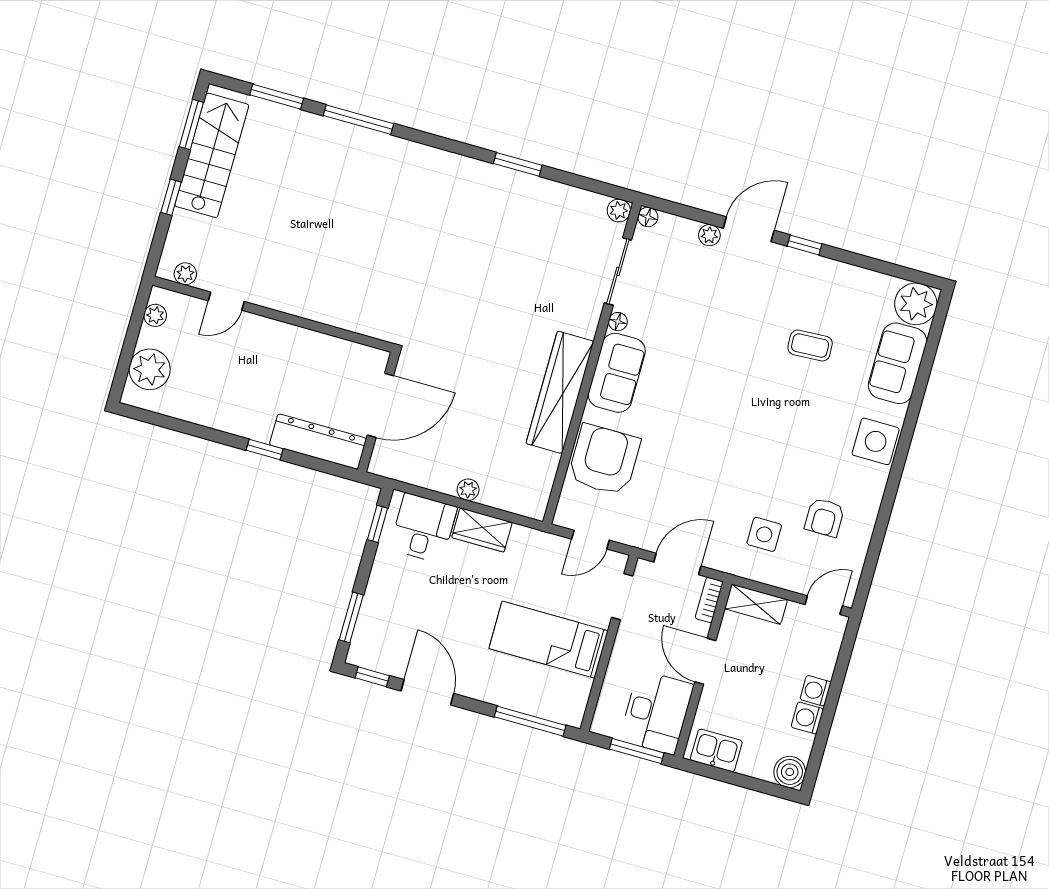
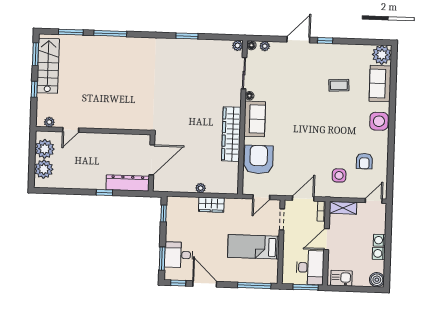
plant: (709, 235) -> (265, 46), moved
plant: (155, 315) -> (45, 149), width x1.88, depth x1.88
desk: (423, 528) -> (179, 255), moved, turned -90
door: (705, 661) -> (327, 239), hinge flipped

